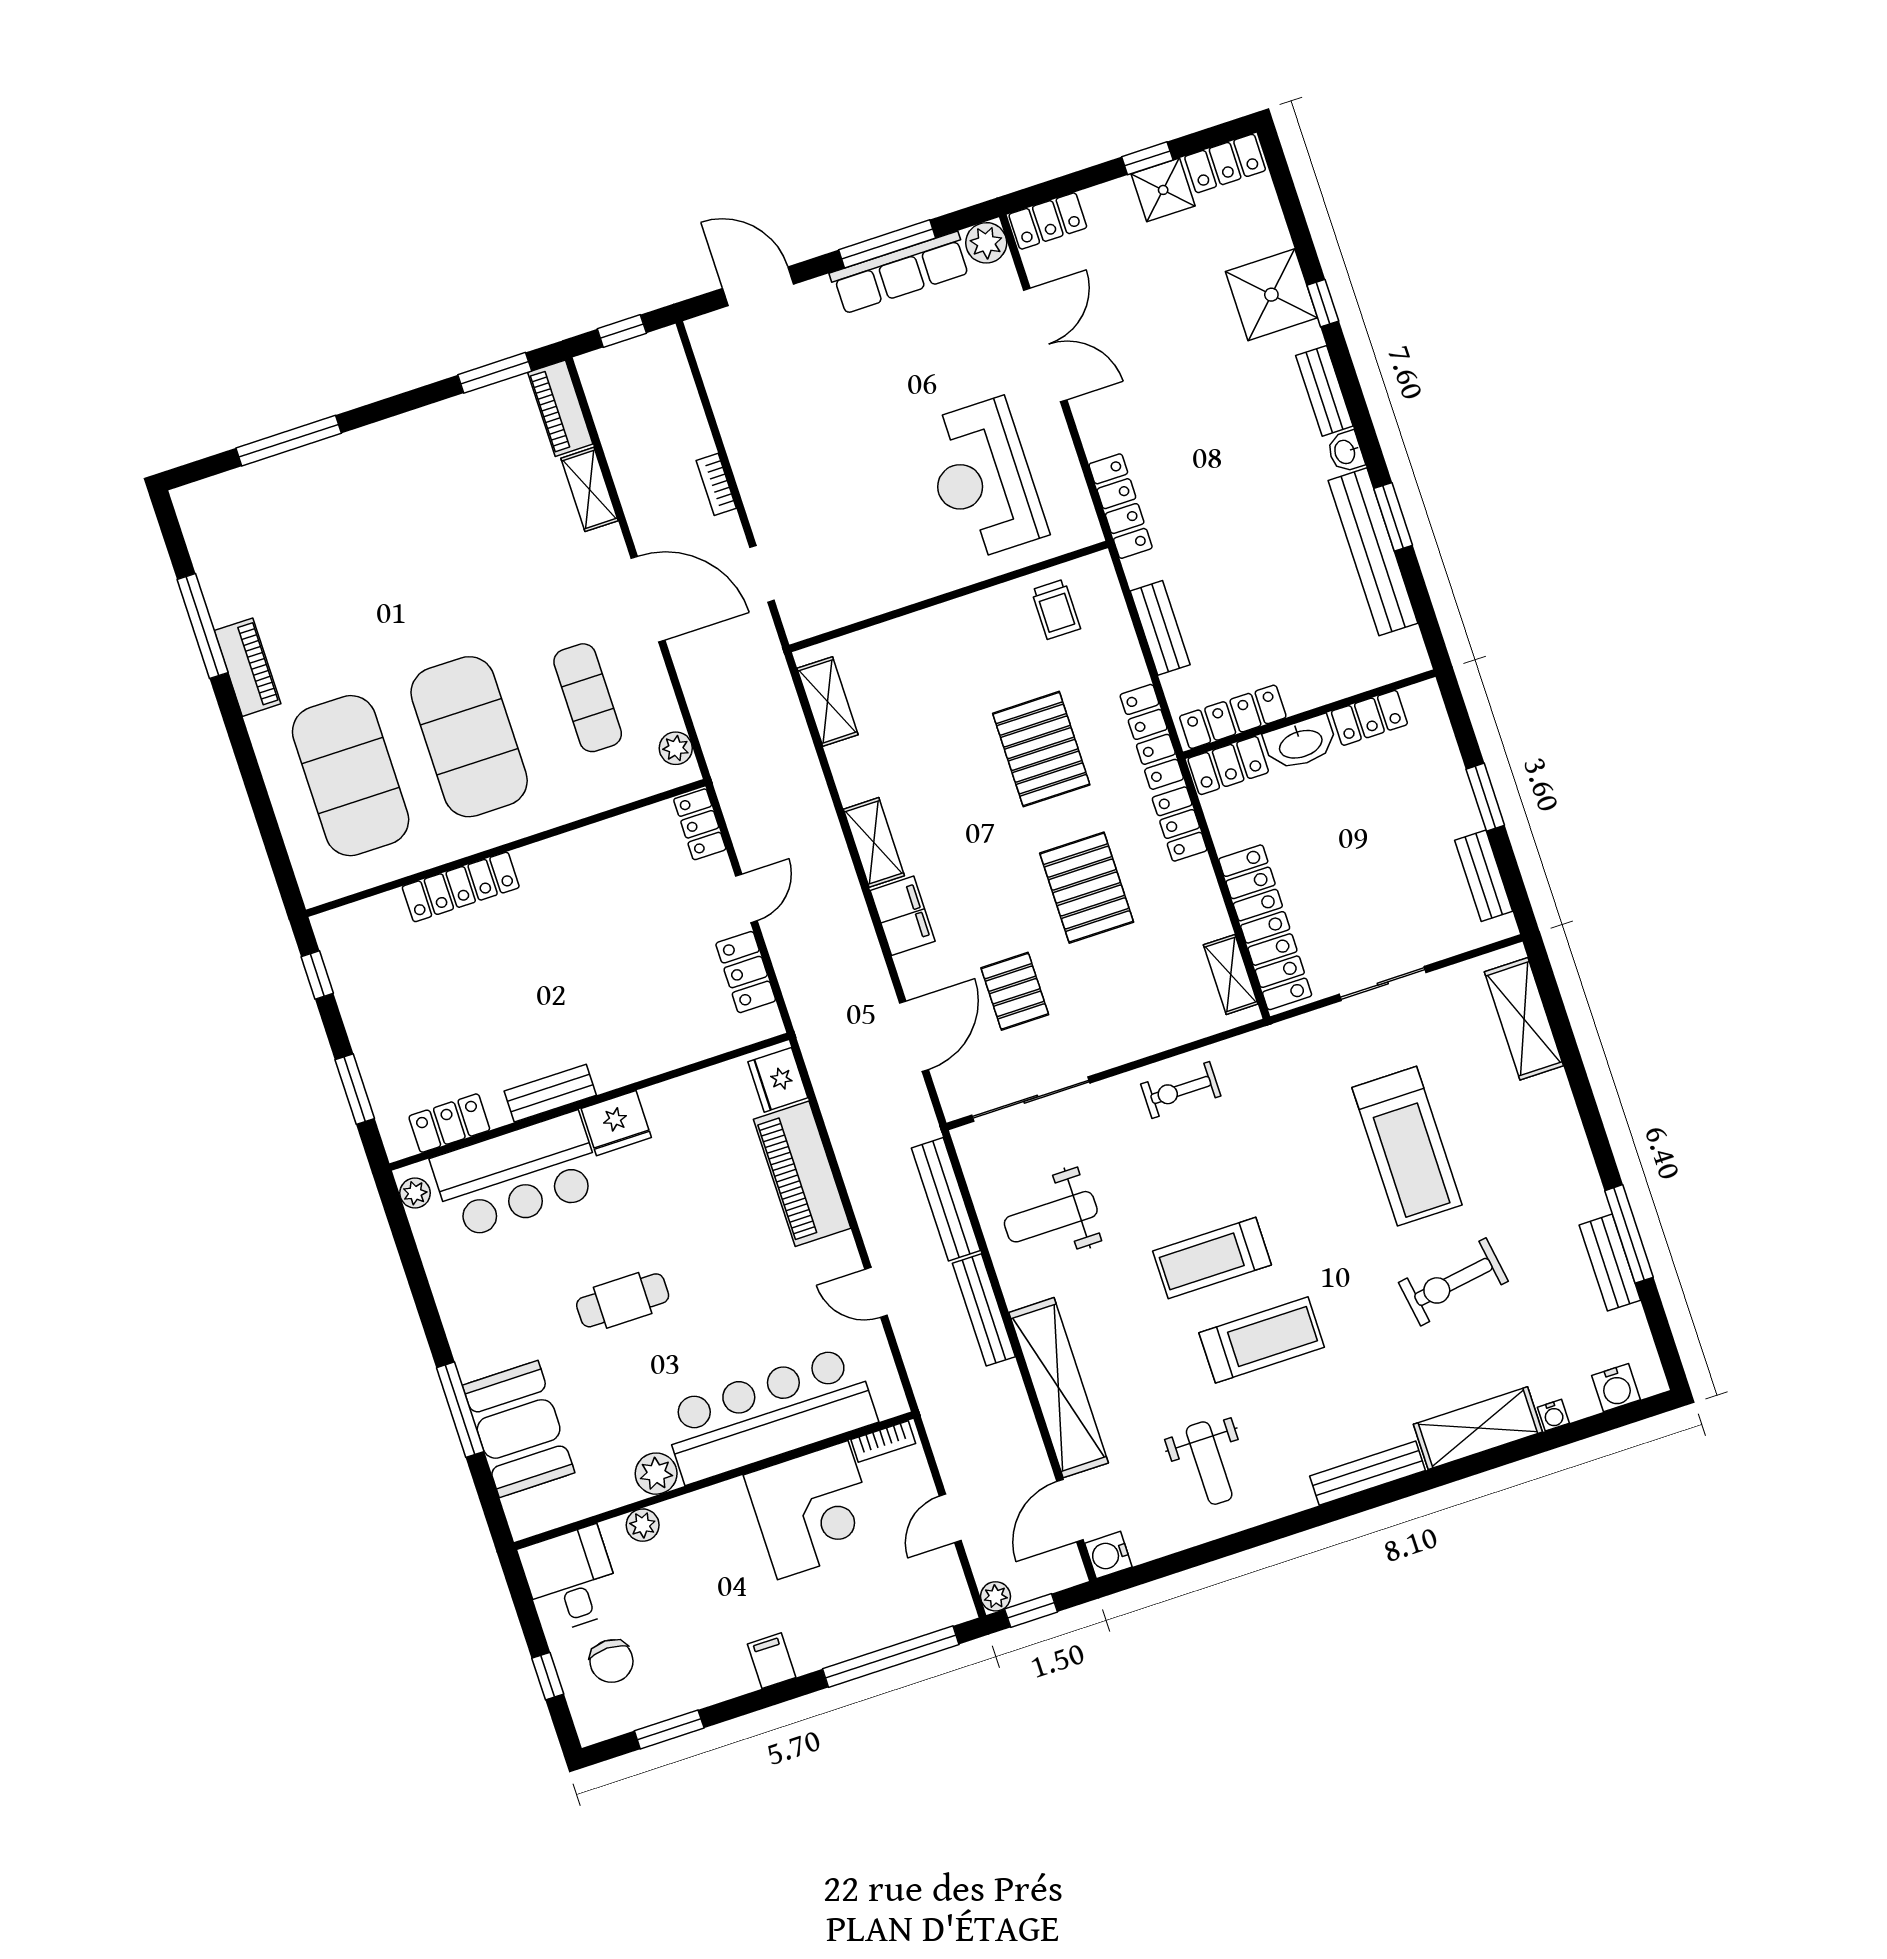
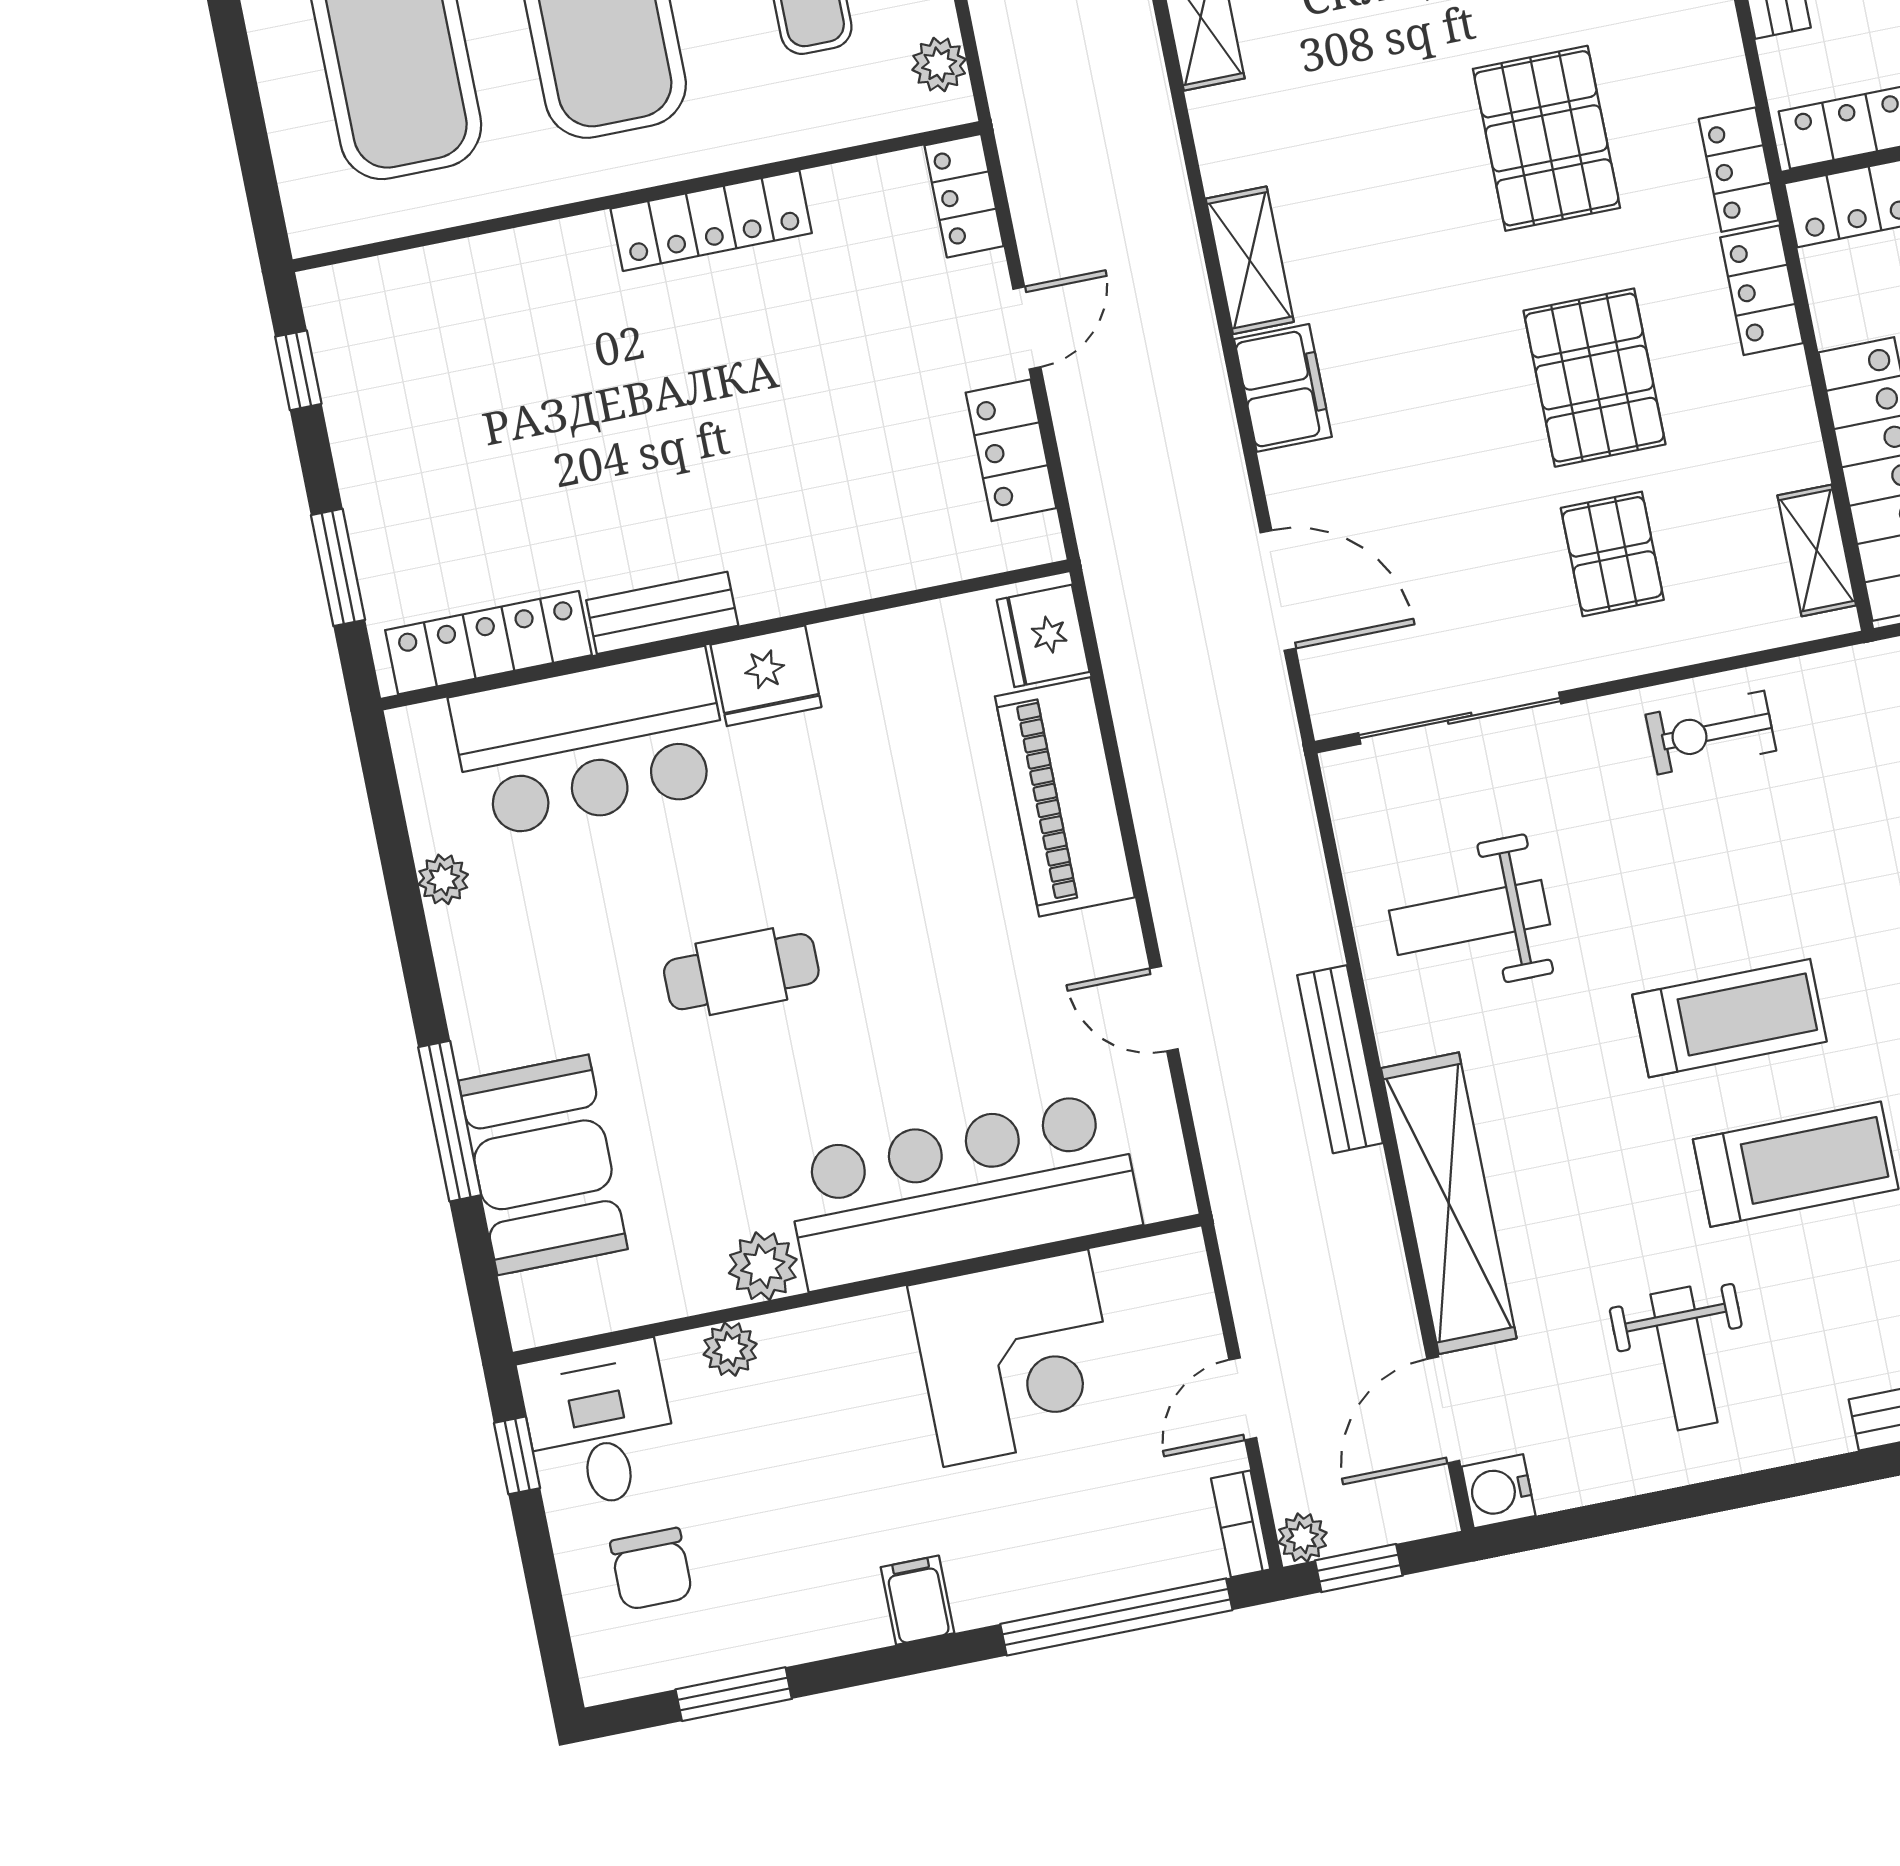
locker: (1152, 737) -> (1739, 170), width x0.66
locker: (461, 887) -> (711, 221), moved
pallet: (1015, 991) -> (1612, 554), moved
door: (914, 1036) -> (1278, 590), hinge flipped
locker: (449, 1123) -> (488, 643), width x1.53
plant: (415, 1193) -> (443, 879), moved
bench: (946, 1199) -> (1299, 868), removed
treadmill: (1212, 1258) -> (1730, 1018), turned 180
bookcase: (883, 1441) -> (1241, 1524), moved, turned 90
window: (548, 1676) -> (517, 1455), moved

